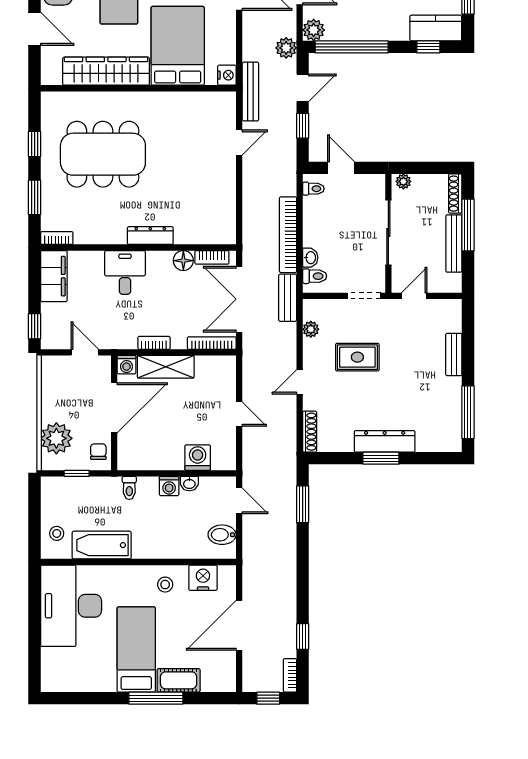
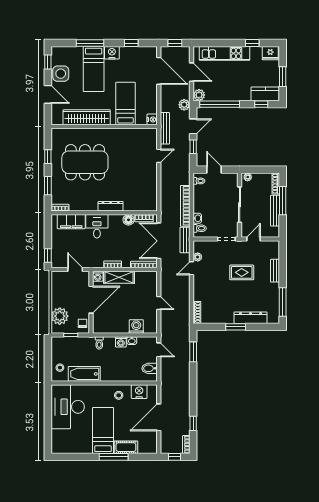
bed: (178, 46) -> (125, 104), width x0.67
filing cabinet: (54, 276) -> (71, 222), moved, turned 90
rug: (357, 357) -> (242, 272), moved
door: (300, 382) -> (191, 268), moved
dresser: (385, 441) -> (251, 318), moved

